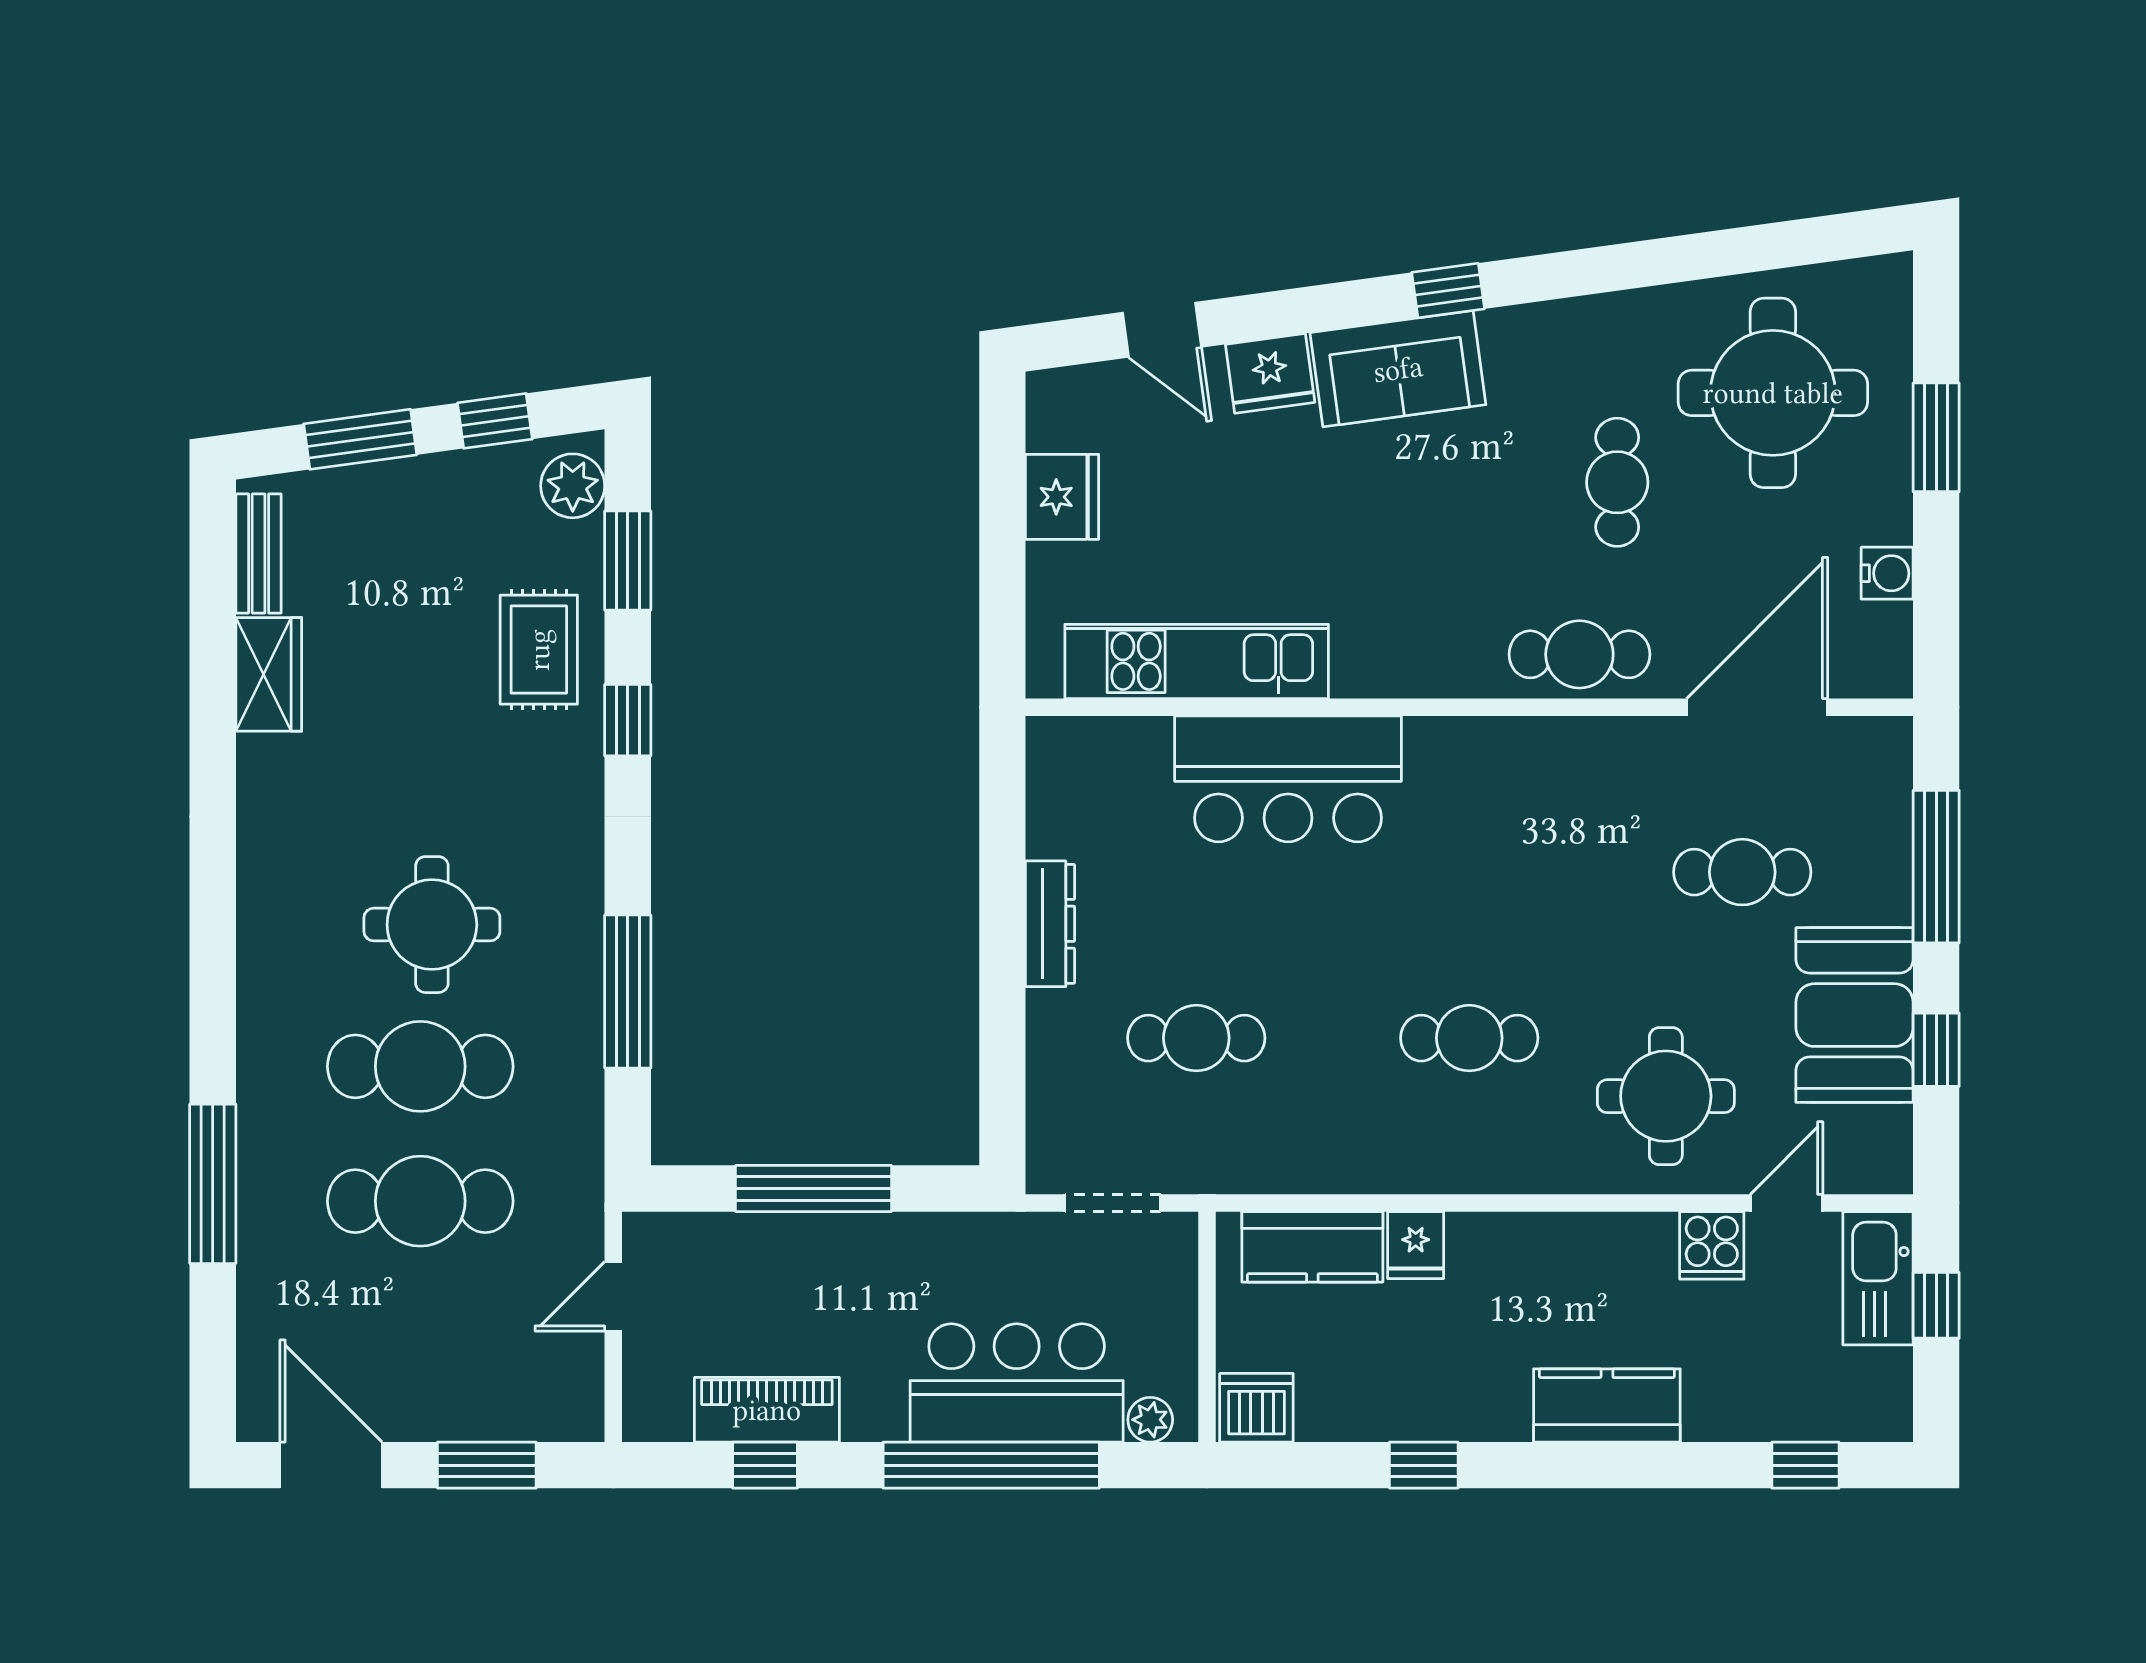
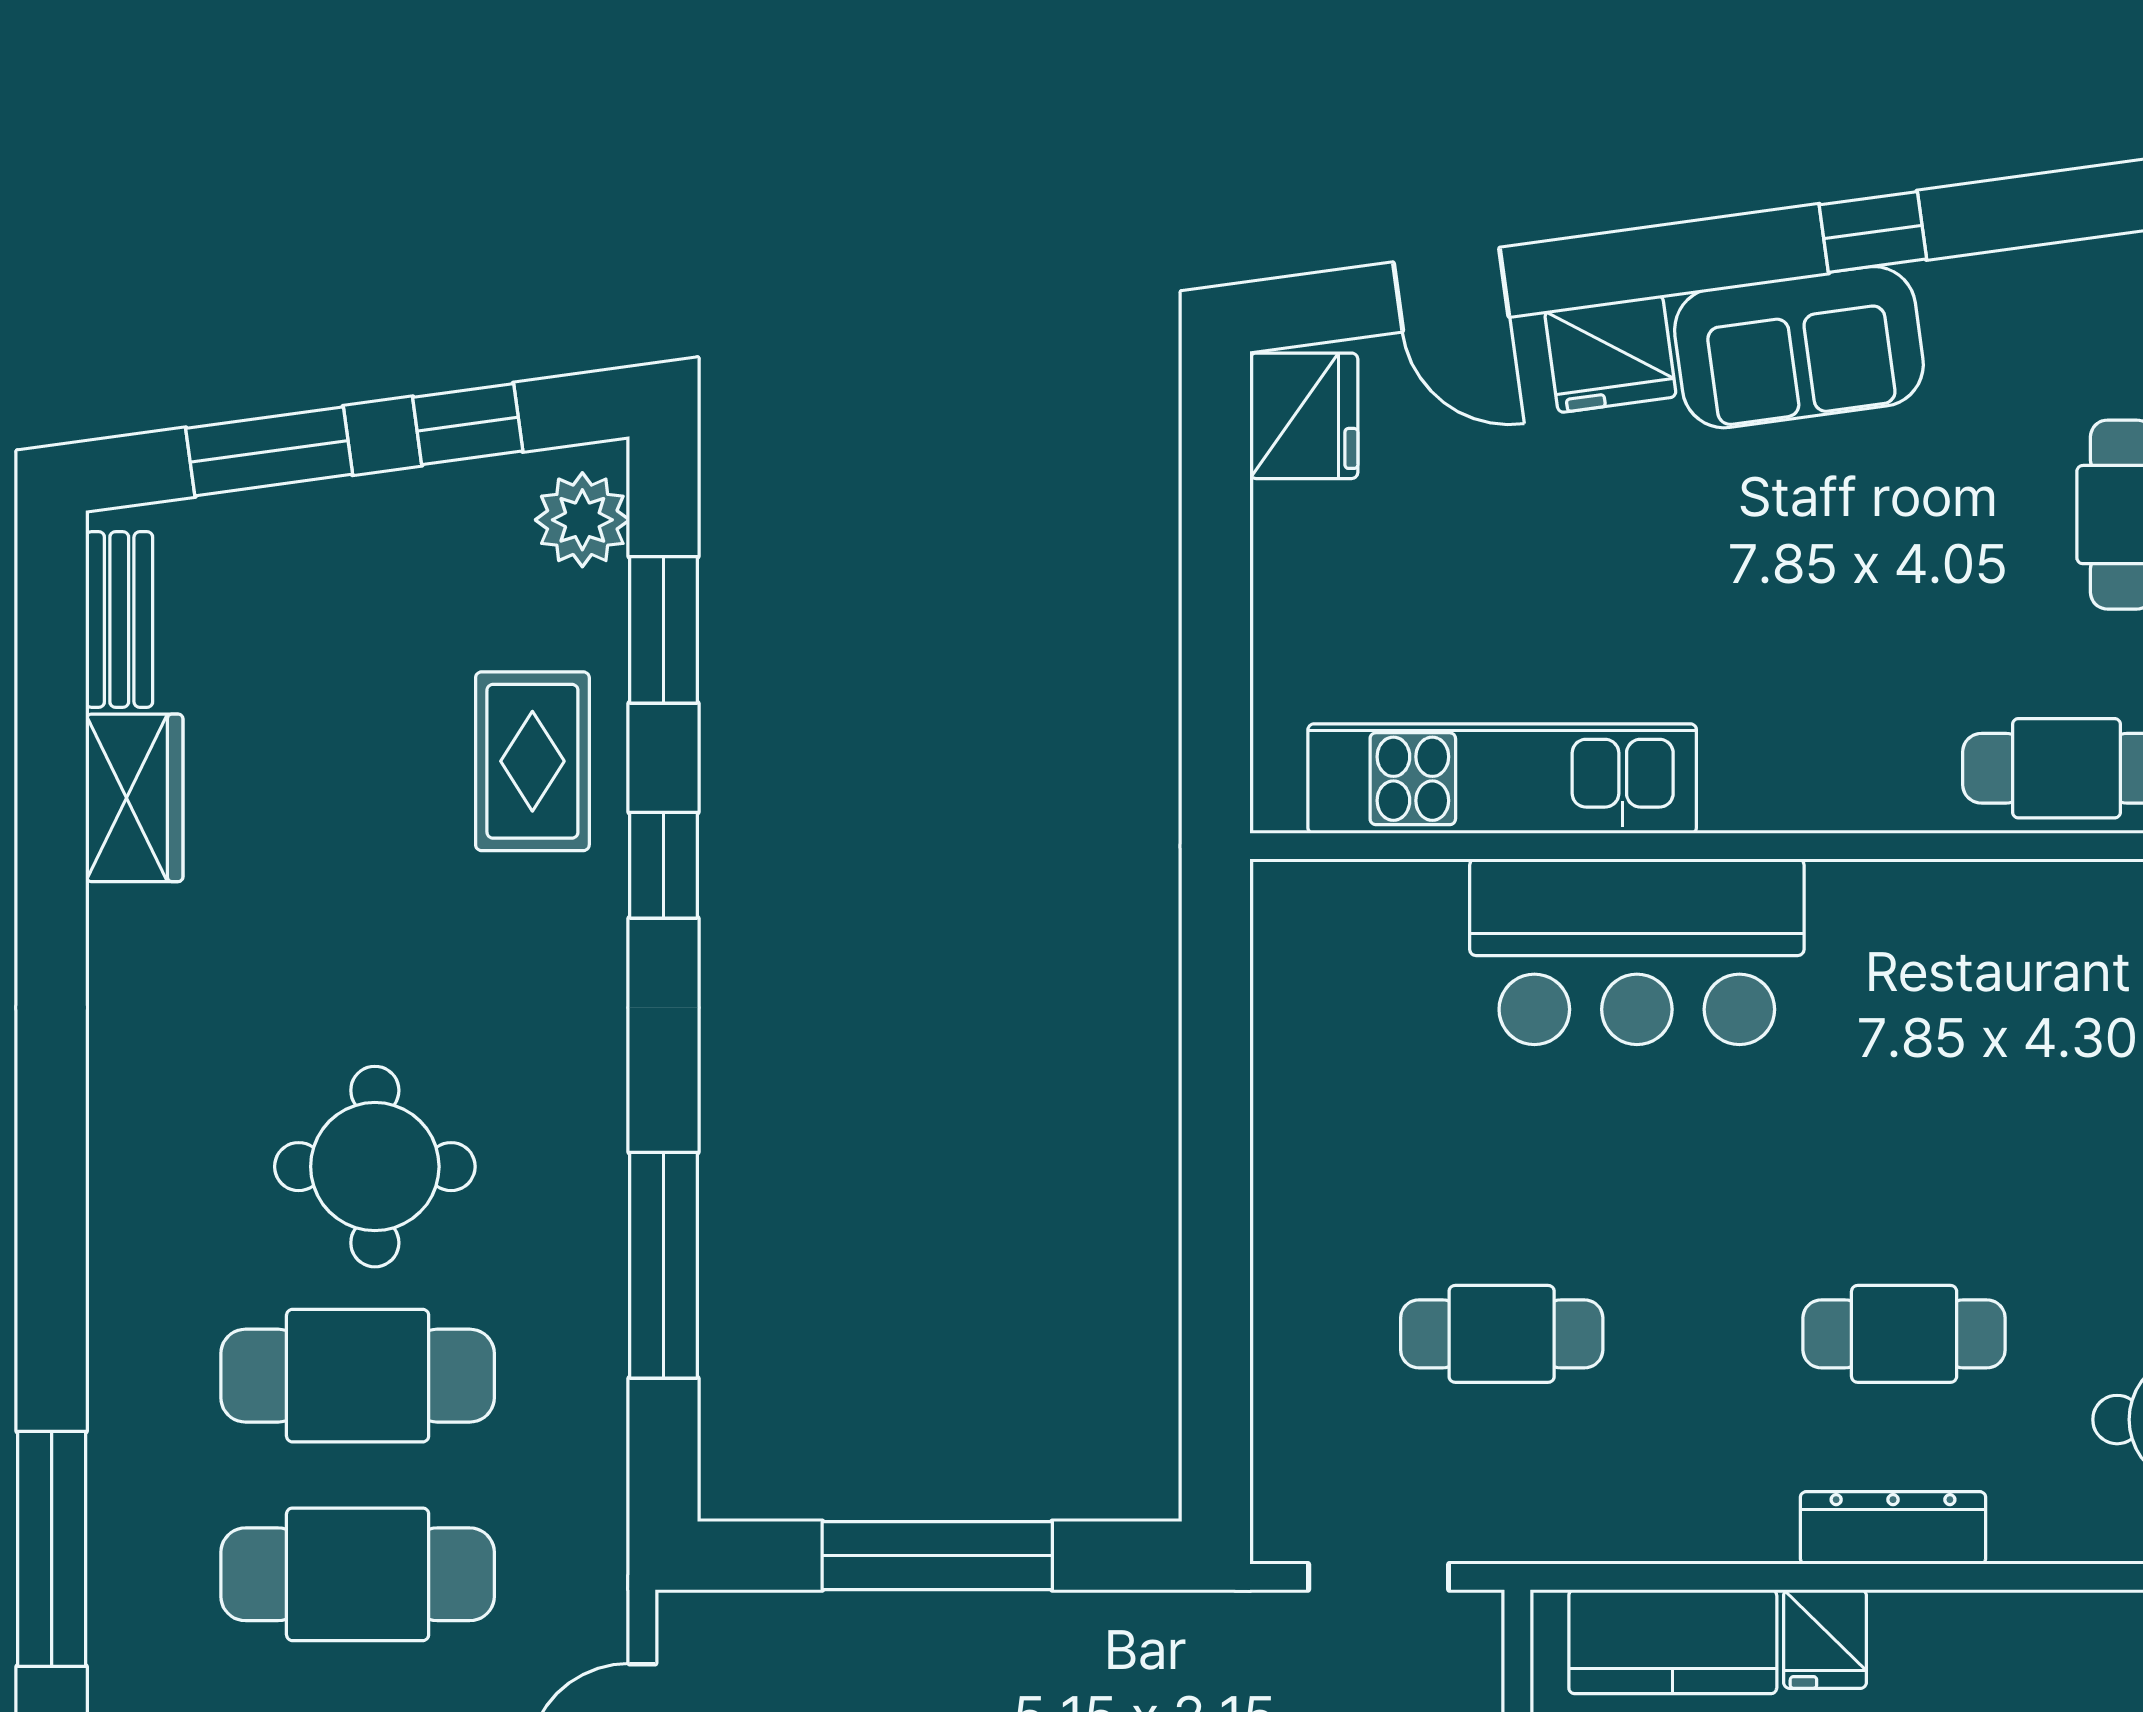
fridge: (1062, 497) -> (1304, 416), moved
dresser: (1050, 924) -> (1893, 1528), moved, turned -90

